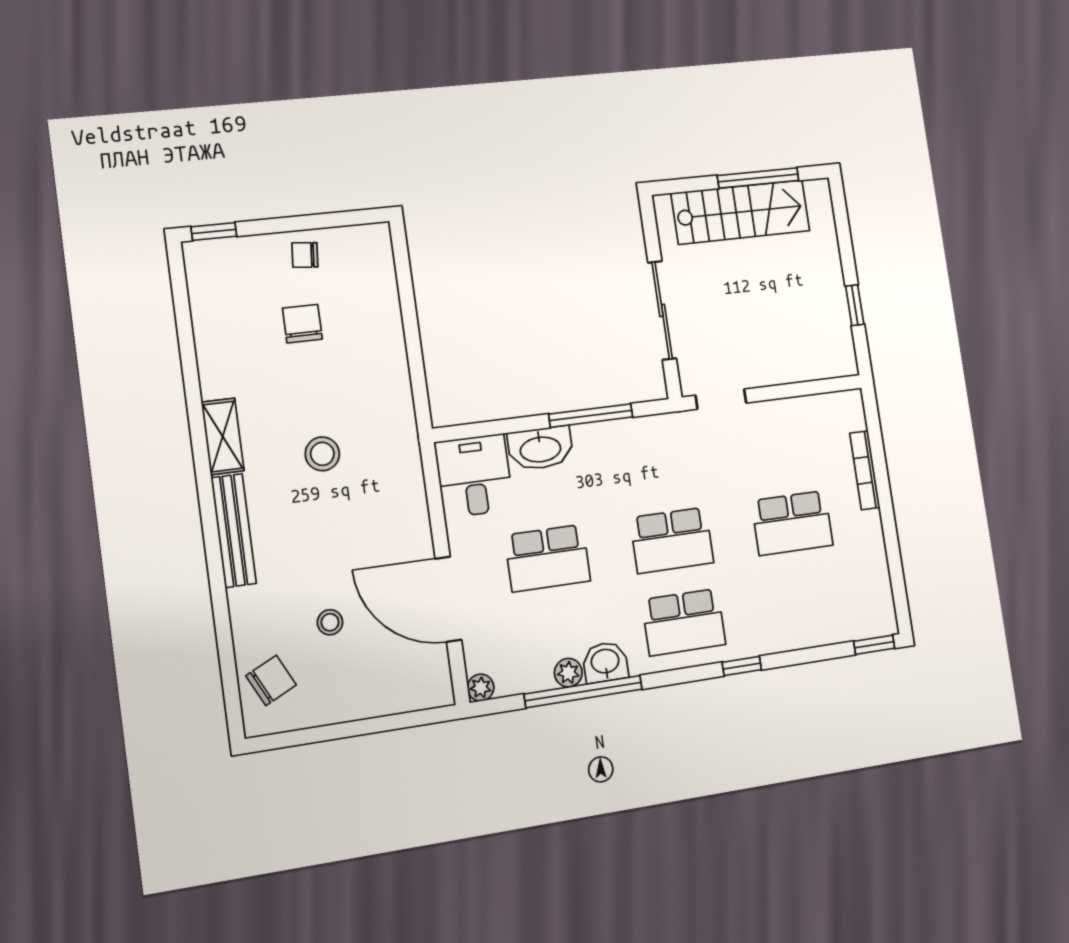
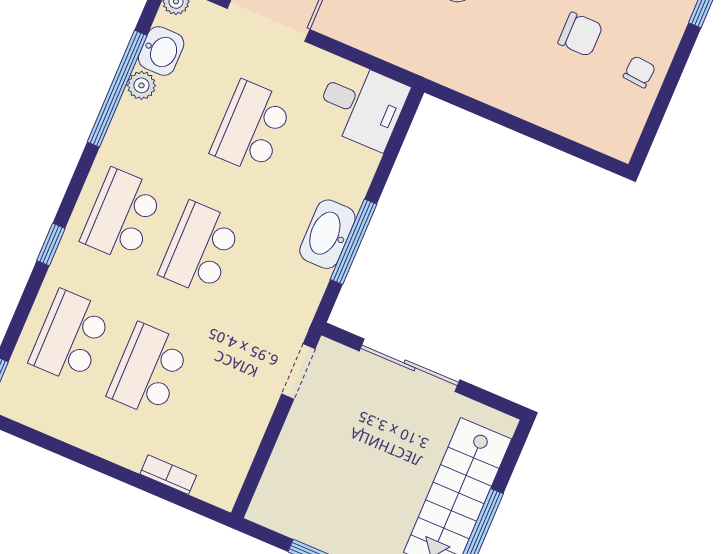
washbasin: (540, 448) -> (327, 234), moved
bookcase: (865, 470) -> (168, 475), width x0.64
school desk: (804, 604) -> (70, 337), added
washbasin: (605, 662) -> (161, 51), moved

